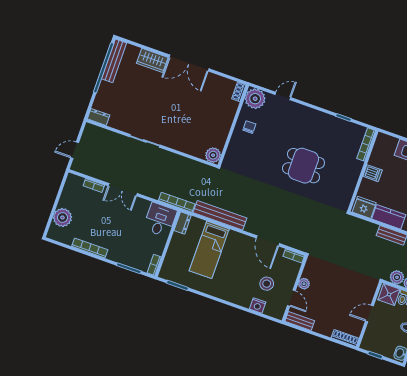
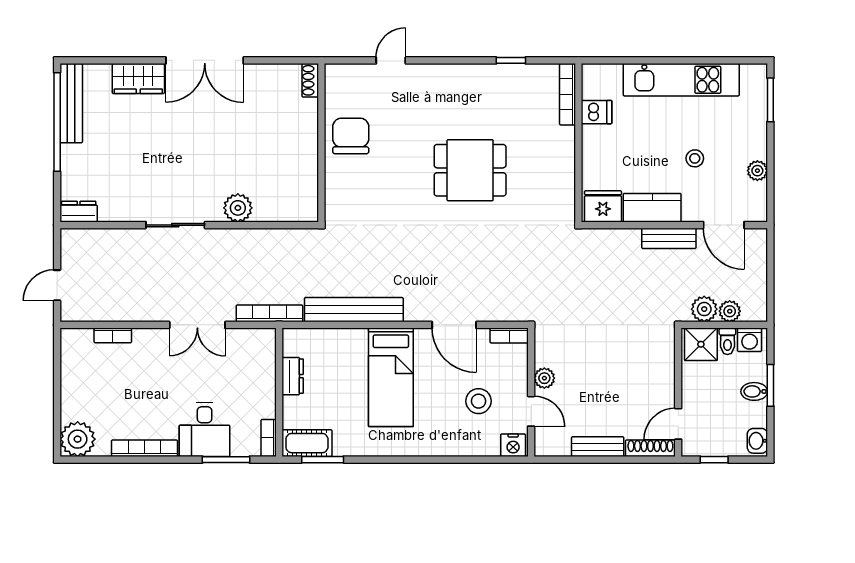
plant: (255, 99) -> (343, 82), removed
chair: (249, 127) -> (351, 136), width x1.87, depth x1.87
plant: (213, 155) -> (238, 208), moved
dishwasher: (373, 173) -> (597, 112), moved
double door: (123, 190) -> (197, 325), moved
plant: (62, 217) -> (78, 439), moved
desk: (160, 220) -> (205, 429), moved, turned 180
dresser: (183, 223) -> (293, 376), moved
bed: (209, 250) -> (391, 377), moved
cot: (173, 274) -> (307, 443), added
nightstand: (258, 305) -> (513, 445), moved
door: (369, 313) -> (678, 424), moved
bench: (300, 321) -> (598, 447), moved

